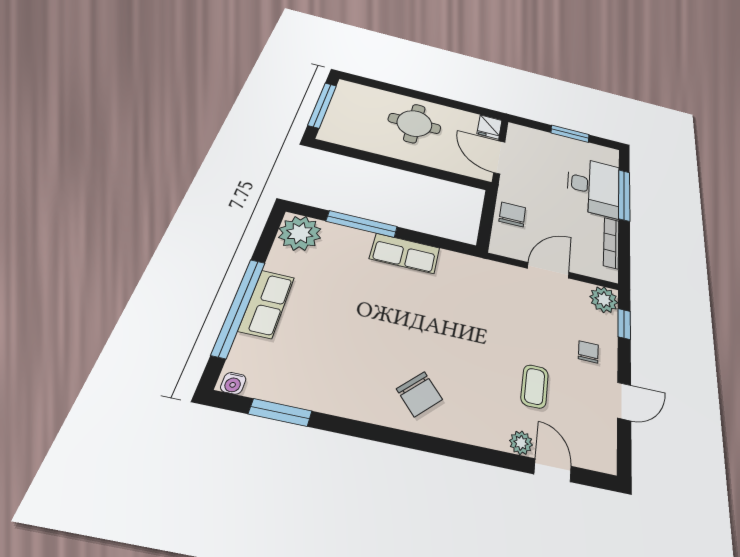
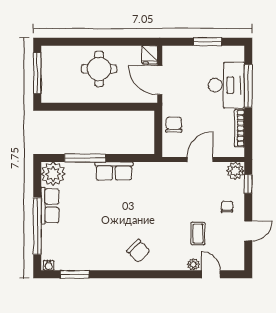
row of seats: (267, 304) -> (50, 206), moved

